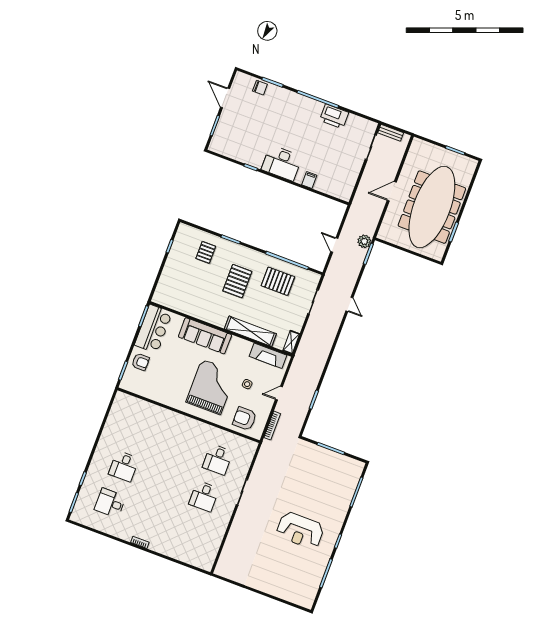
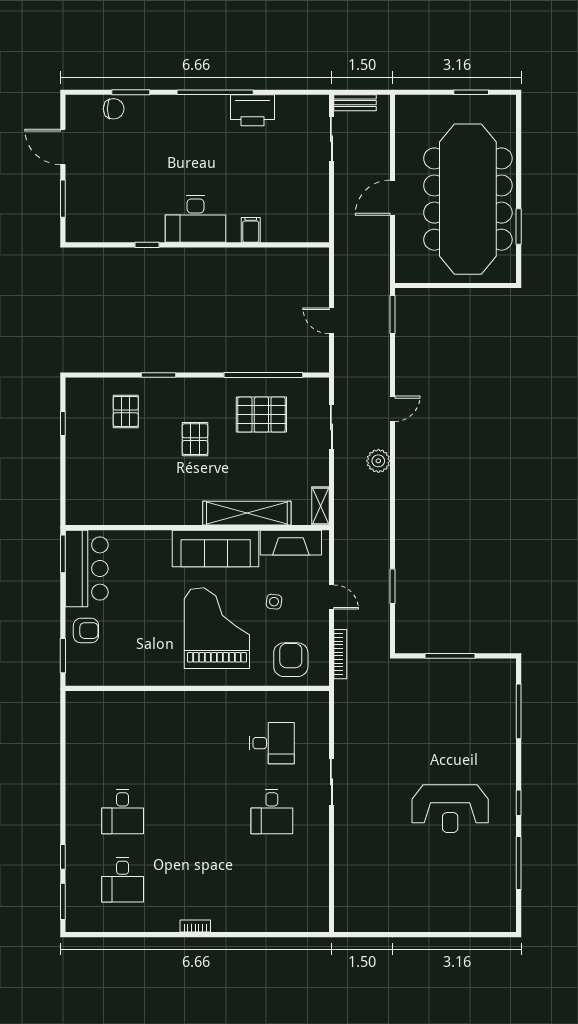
plant: (364, 241) -> (378, 461), moved
pallet: (237, 281) -> (195, 439), width x0.67, depth x0.71
door: (349, 304) -> (393, 409), hinge flipped
sofa: (205, 336) -> (216, 548), moved
door: (279, 393) -> (331, 597), swing flipped
armchair: (245, 419) -> (291, 660), turned 90
desk: (218, 460) -> (272, 743), turned -90
desk: (110, 503) -> (123, 880), turned -90

